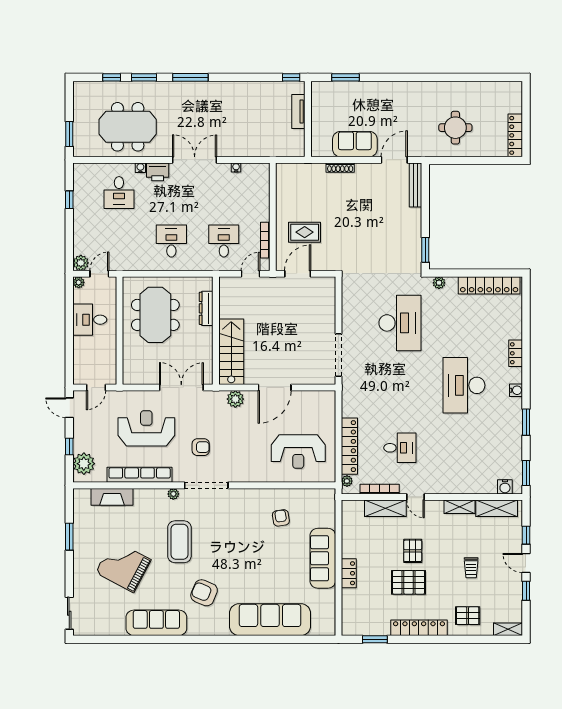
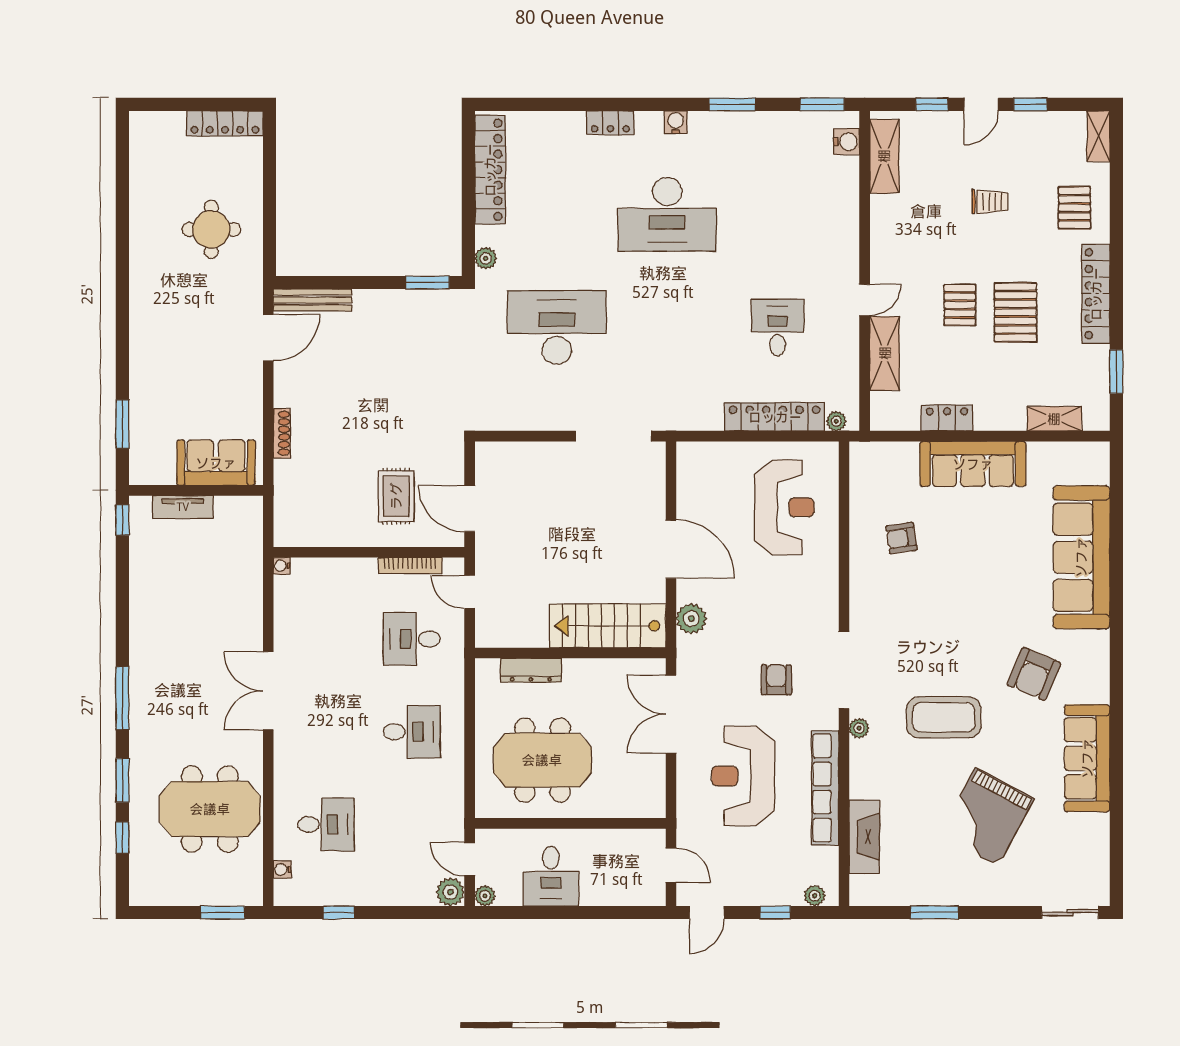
meeting table: (128, 127) -> (210, 809), turned 90
sofa: (355, 144) -> (216, 463), moved, turned 90
door: (394, 160) -> (268, 338), swing flipped
water cooler: (236, 167) -> (282, 566), moved
water cooler: (140, 168) -> (282, 870), moved
printer: (158, 172) -> (290, 756), removed
desk: (171, 241) -> (412, 732), turned 180
plant: (84, 464) -> (815, 896), width x0.53, depth x0.53
bookcase: (380, 489) -> (851, 363), removed
shelving: (460, 507) -> (1054, 419), moved, turned 90
pallet: (413, 551) -> (960, 305), turned 90
locker: (349, 573) -> (947, 418), moved

